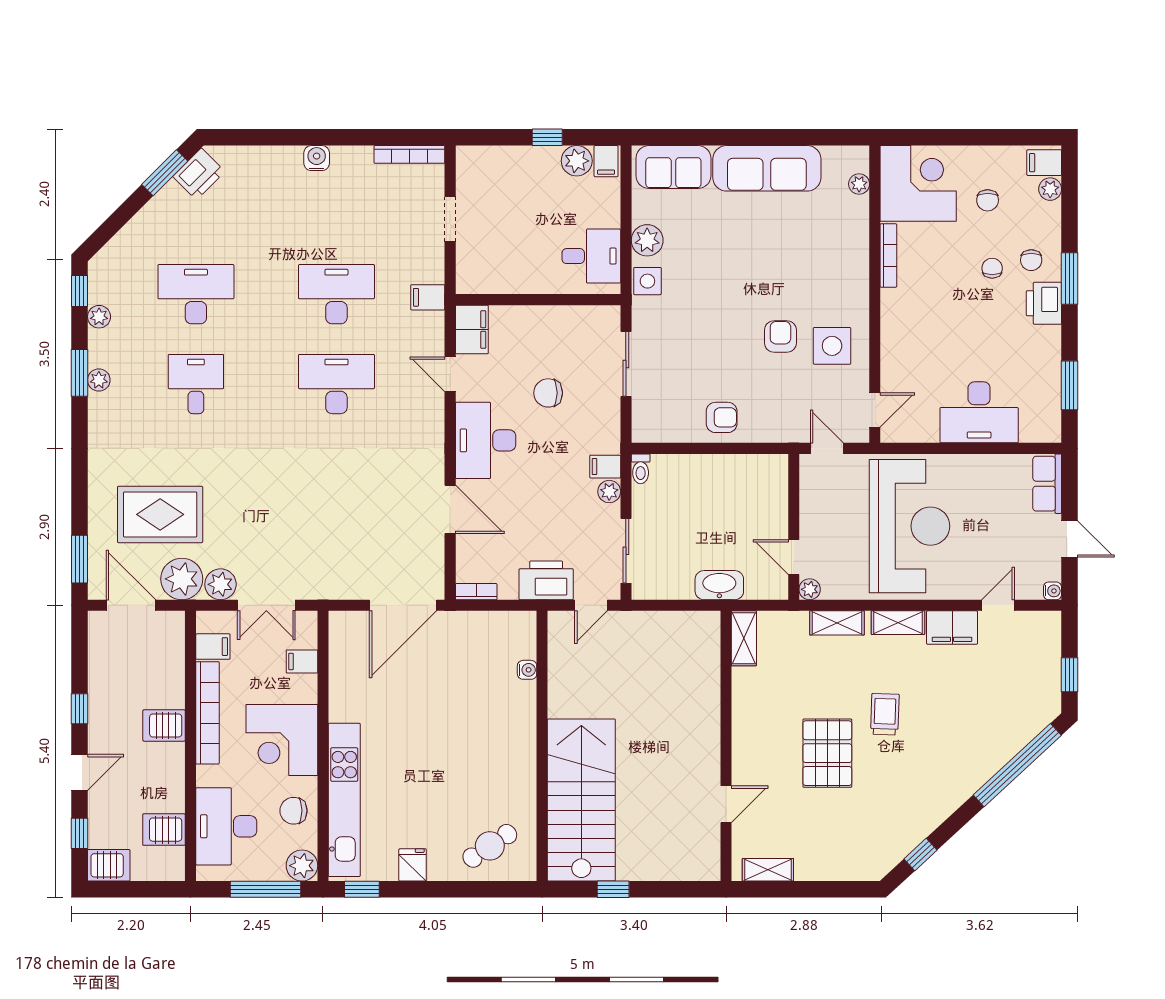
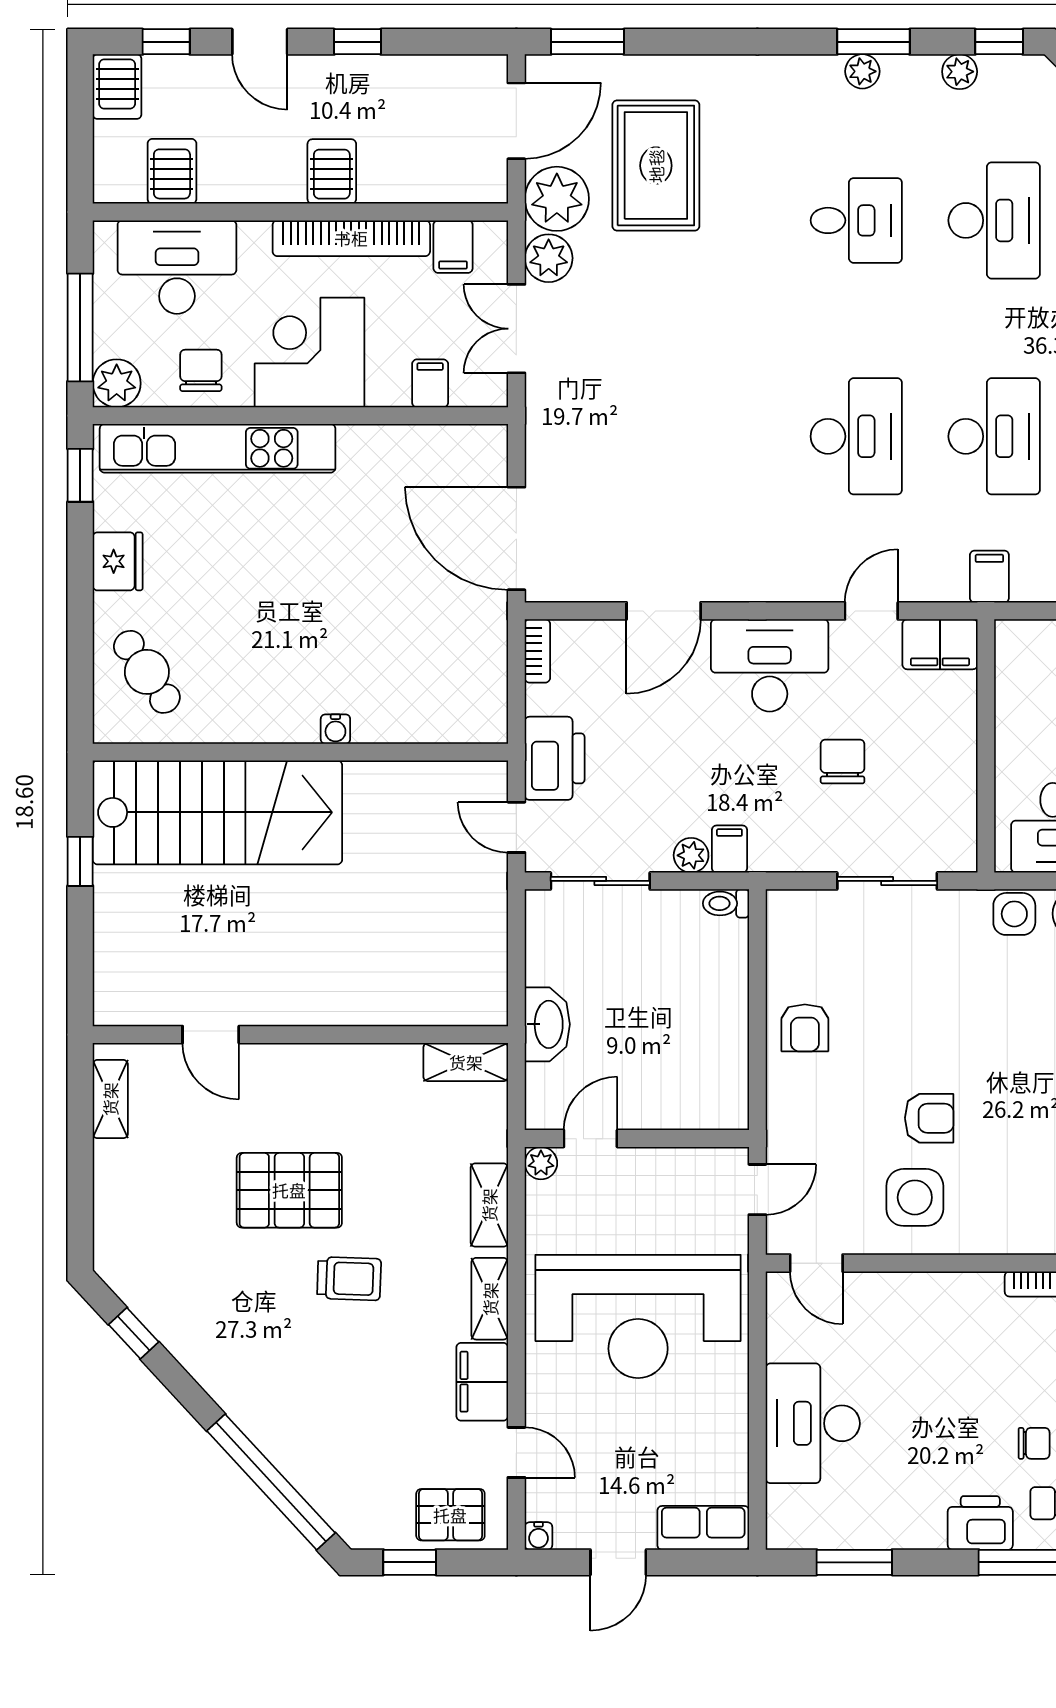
pallet: (1039, 648) -> (450, 1515), added
water cooler: (527, 670) -> (335, 729), moved
fridge: (413, 865) -> (118, 561), width x1.38

